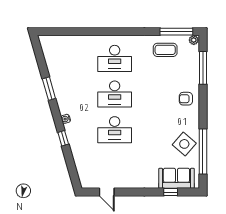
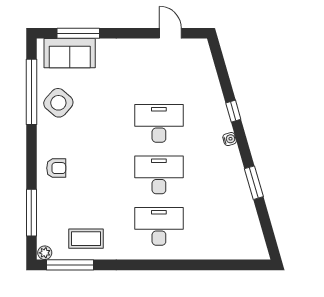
window: (171, 192) -> (78, 33), width x2.17

